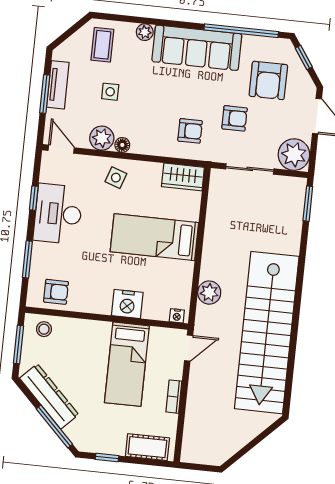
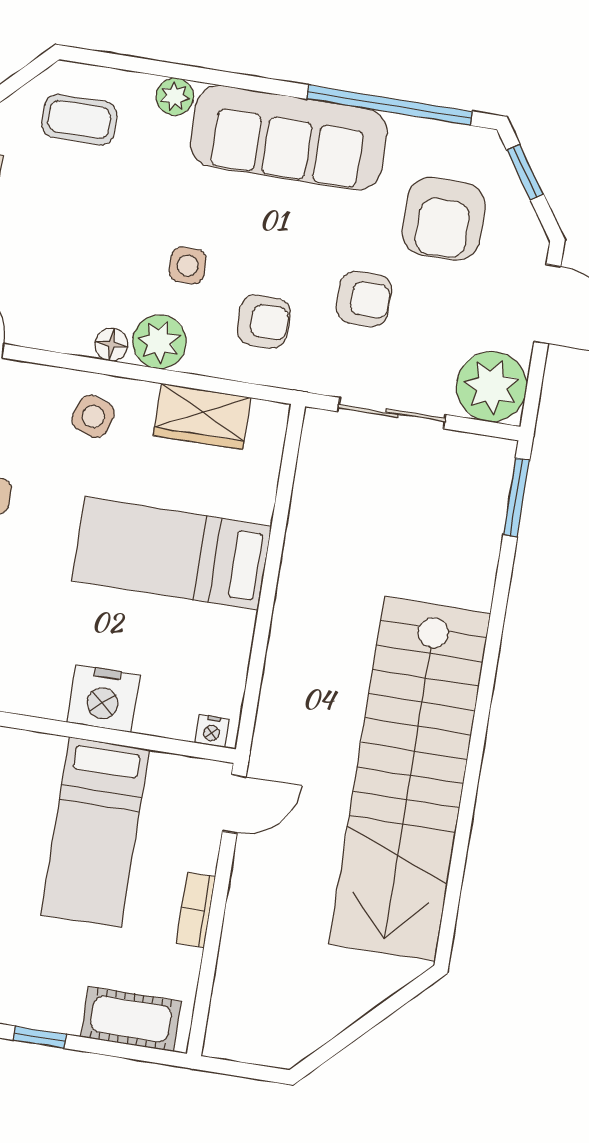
coffee table: (102, 45) -> (79, 120), turned 90
side table: (110, 92) -> (188, 266), moved
plant: (102, 138) -> (159, 342), moved
wardrobe: (183, 177) -> (202, 416), moved
plant: (209, 293) -> (287, 683), removed

